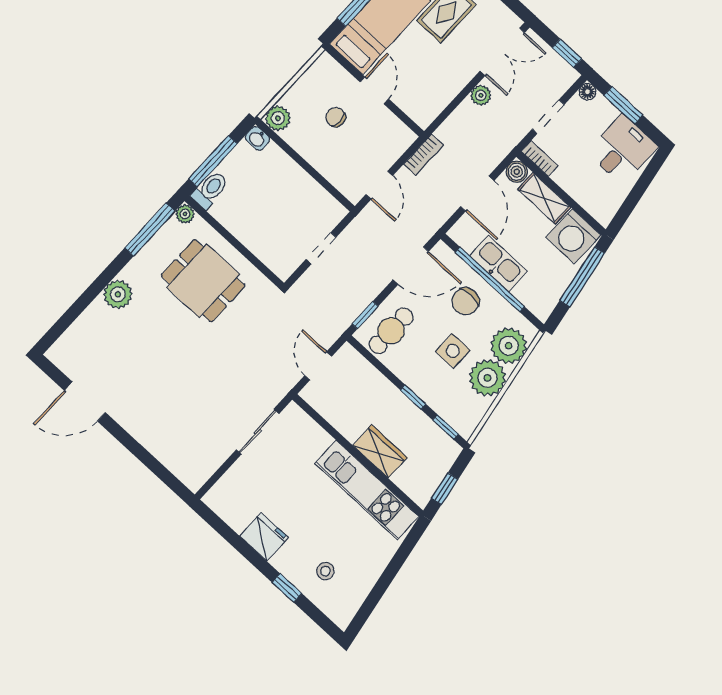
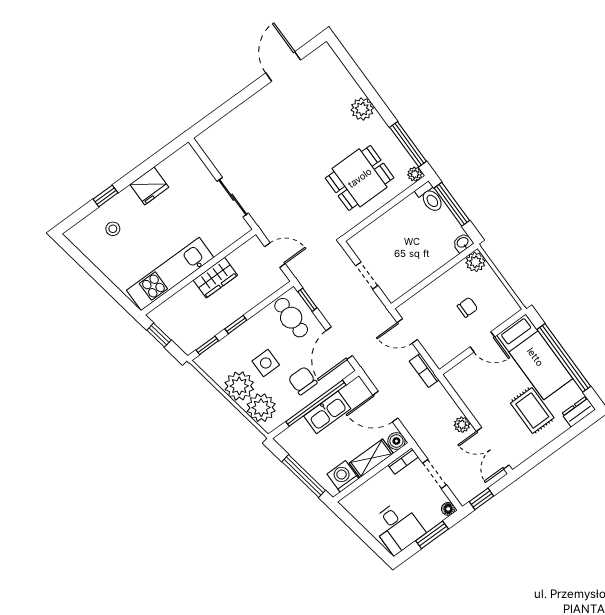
washing machine: (573, 236) -> (343, 476), width x0.73, depth x0.73
wardrobe: (380, 451) -> (215, 278), moved

